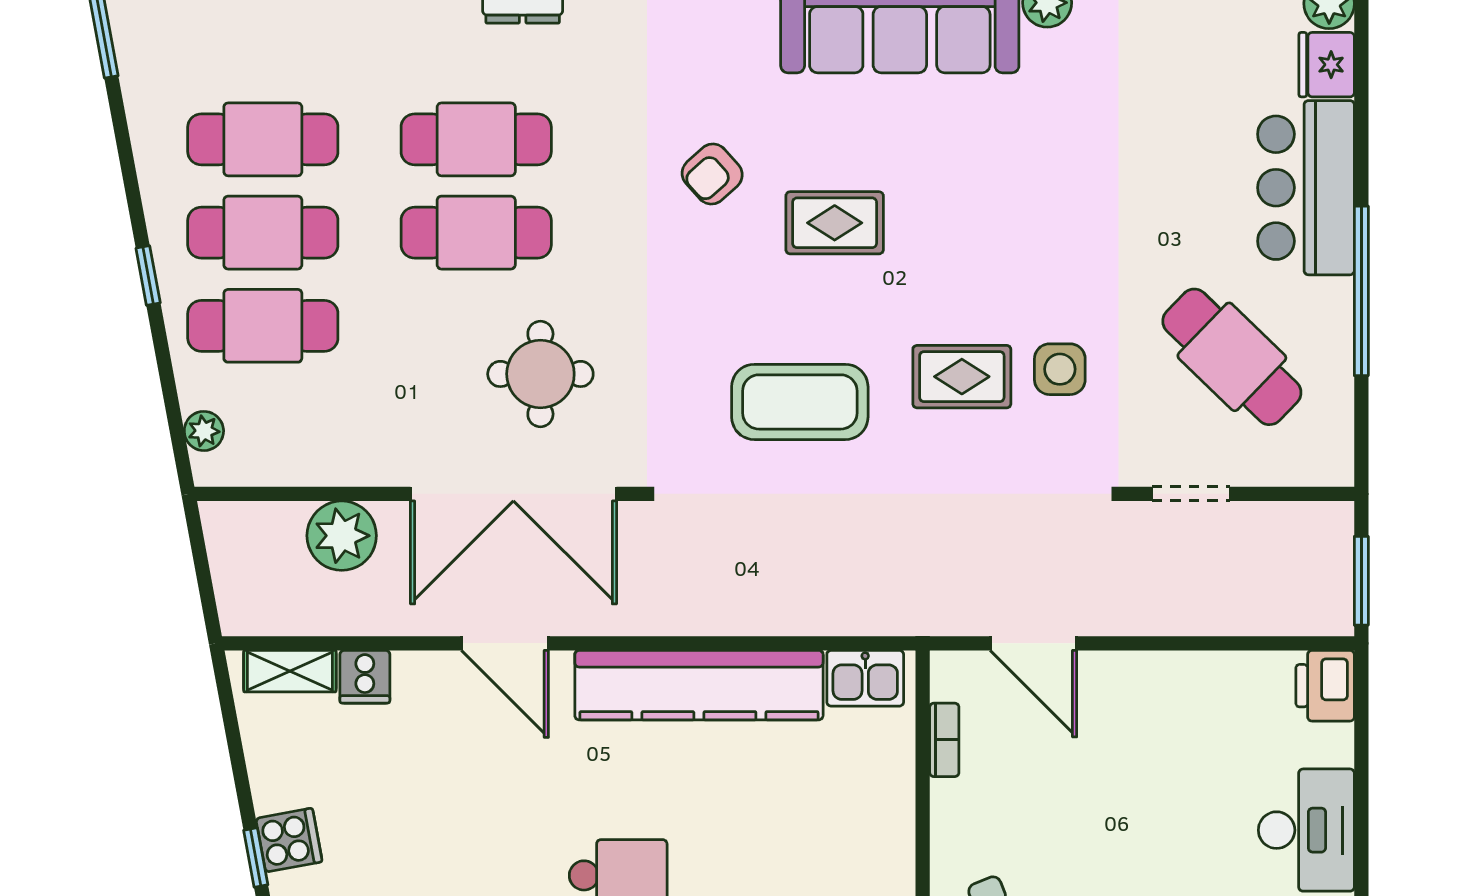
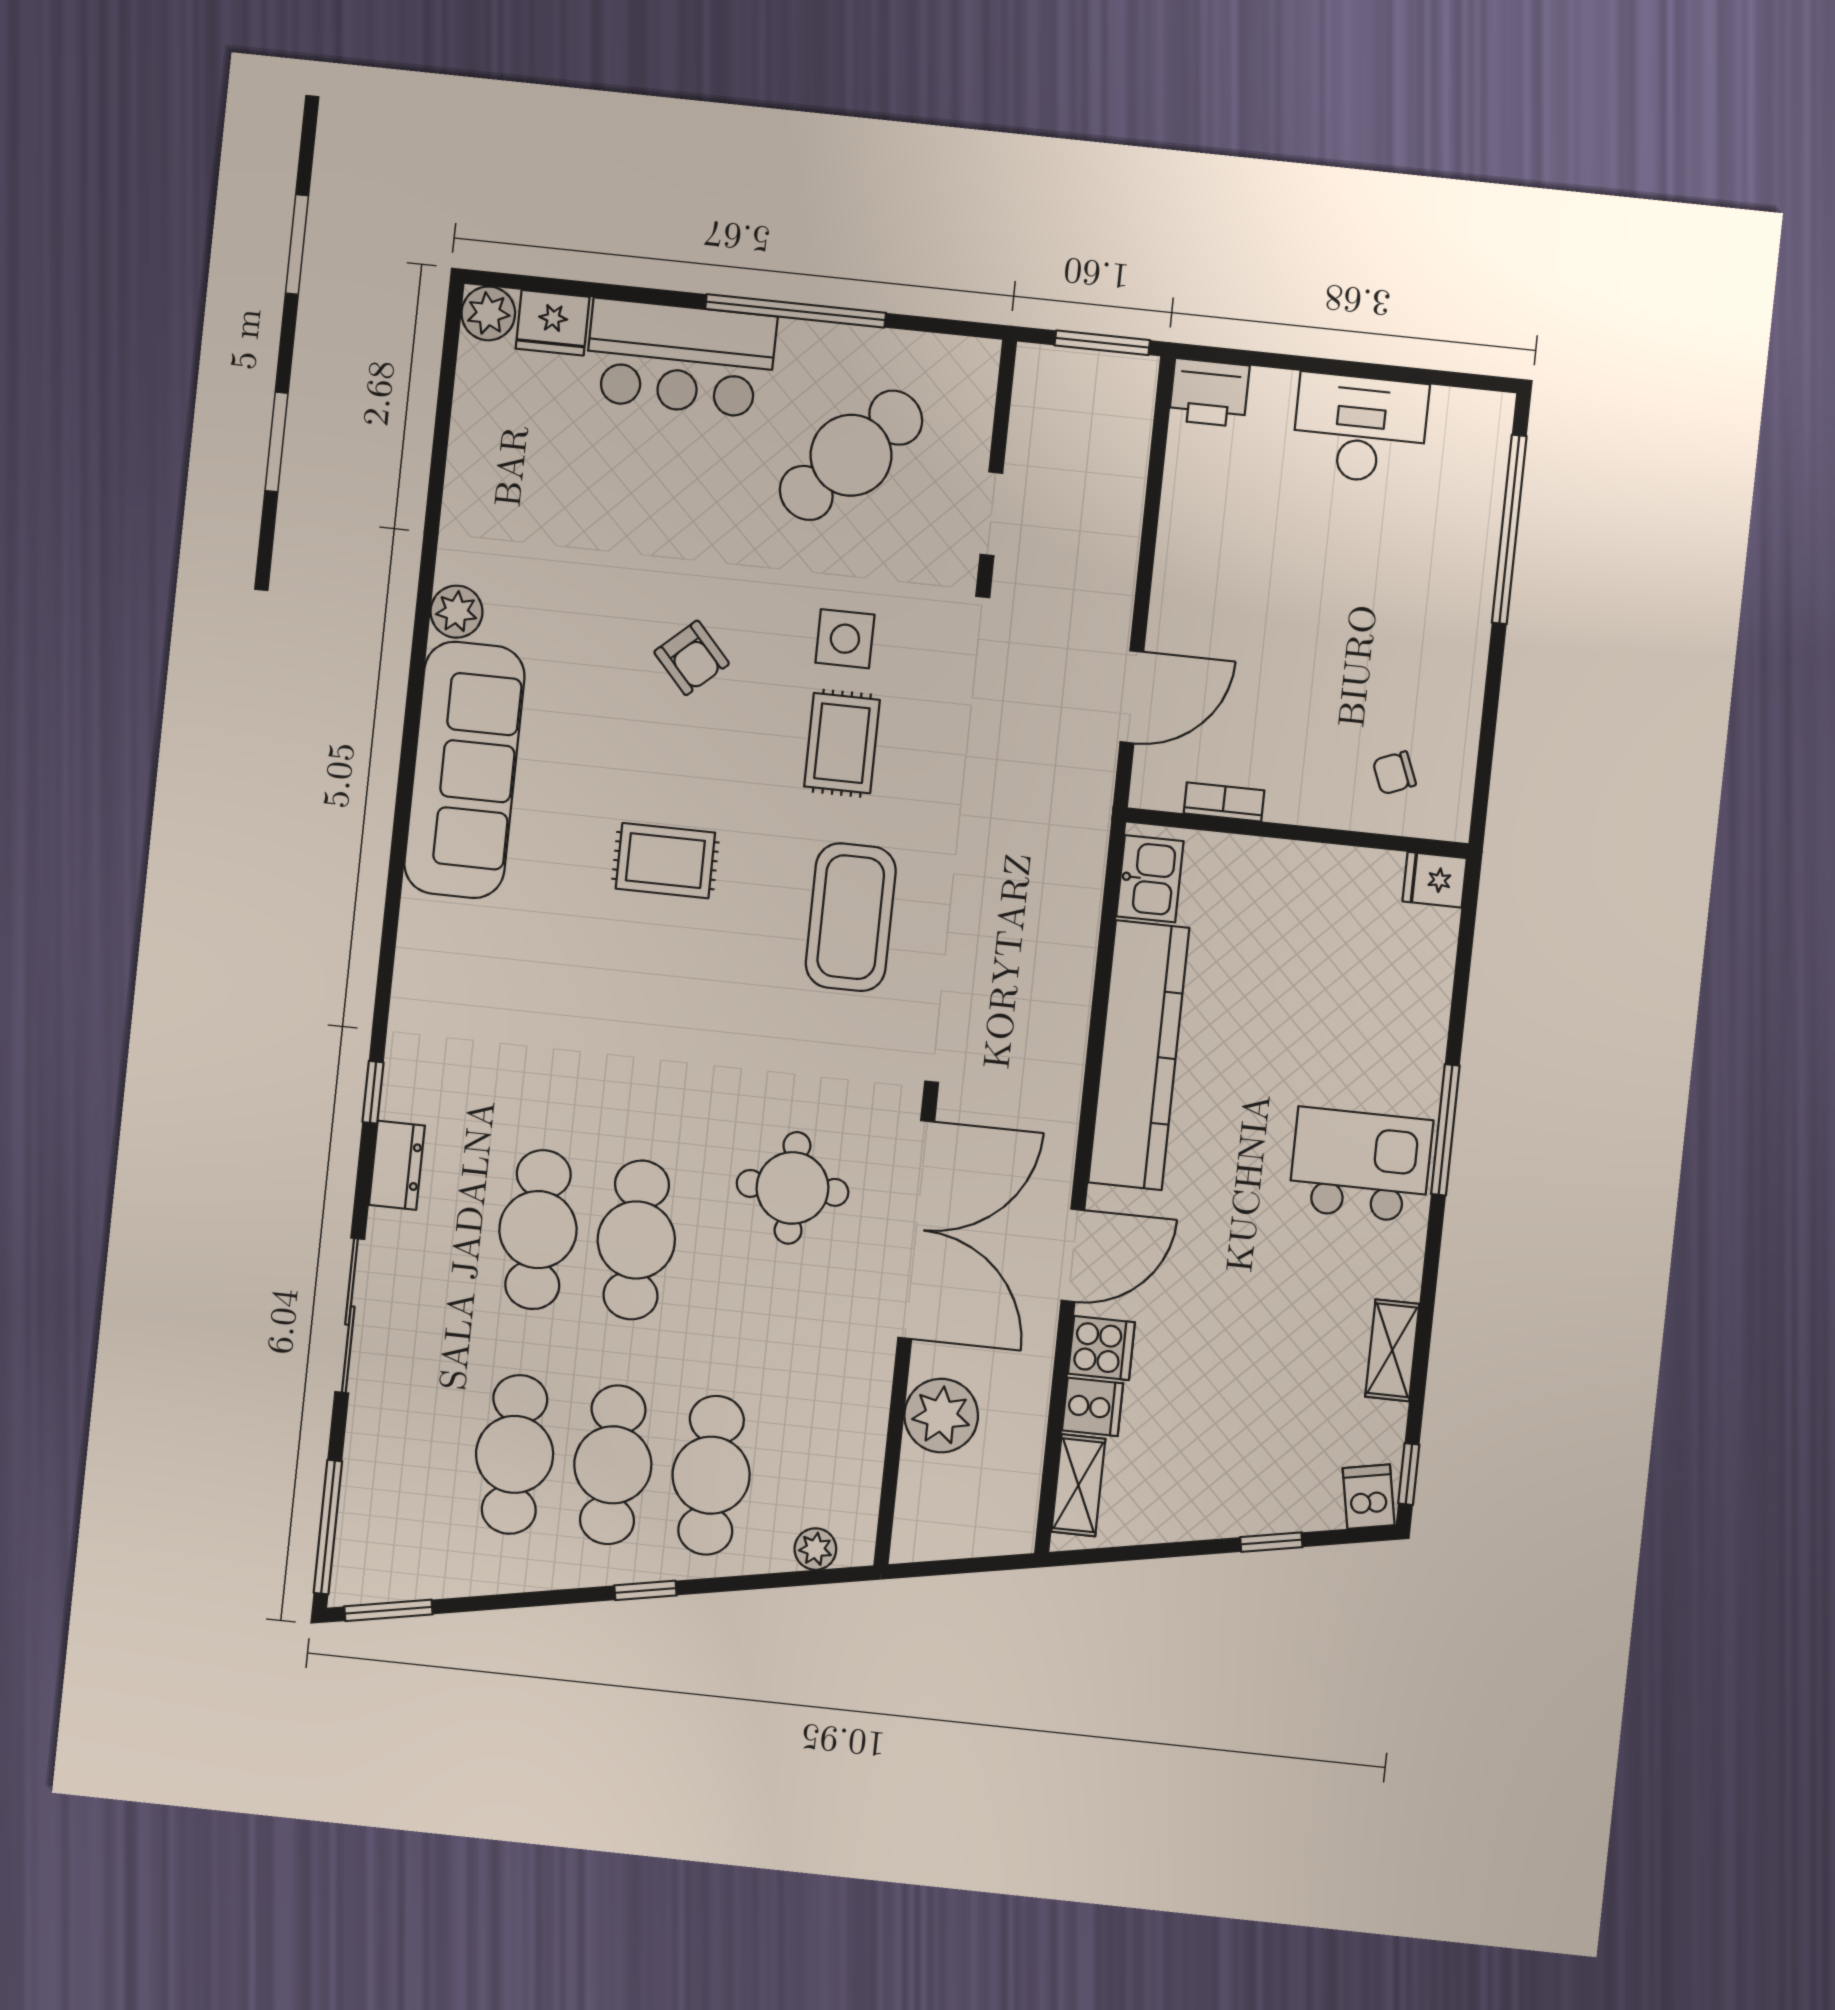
armchair: (712, 174) -> (692, 658), moved
rug: (835, 223) -> (665, 861), turned 90
cooker: (289, 840) -> (1101, 1348), moved, turned 100

